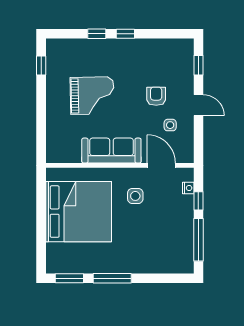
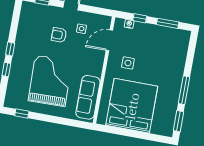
grand piano: (92, 96) -> (50, 81), width x1.37, depth x1.48
sofa: (111, 151) -> (88, 97), moved
window: (198, 240) -> (168, 23), width x0.69

